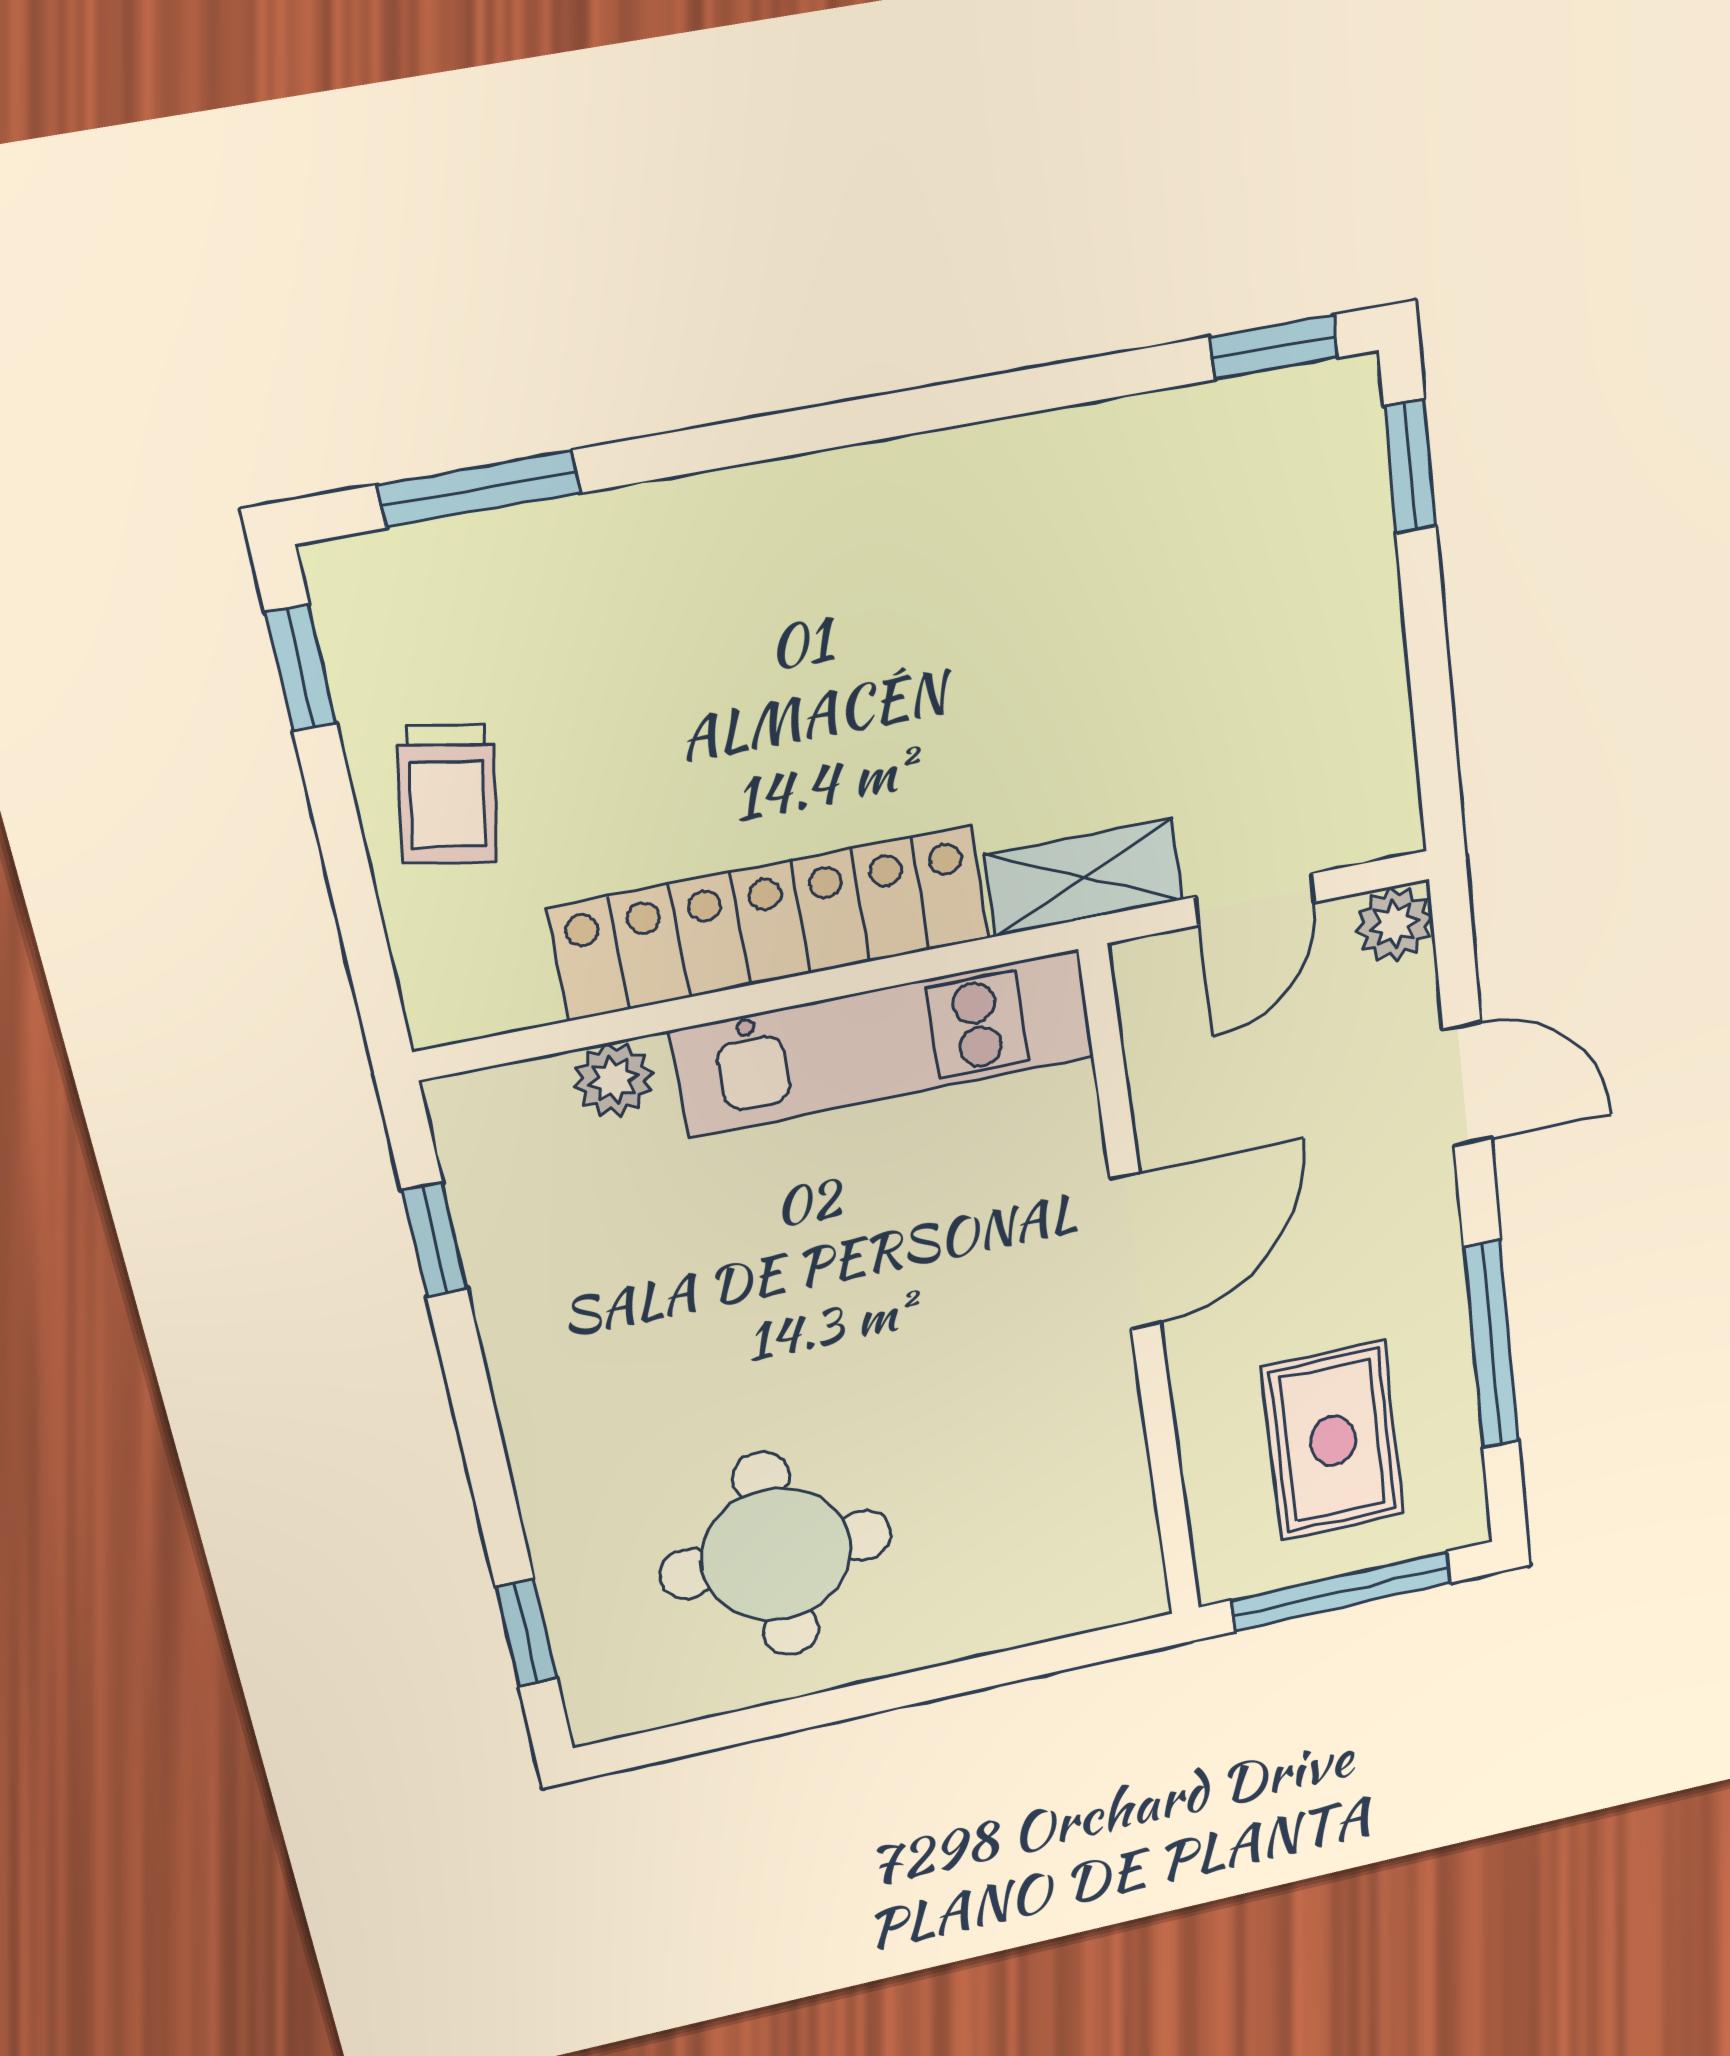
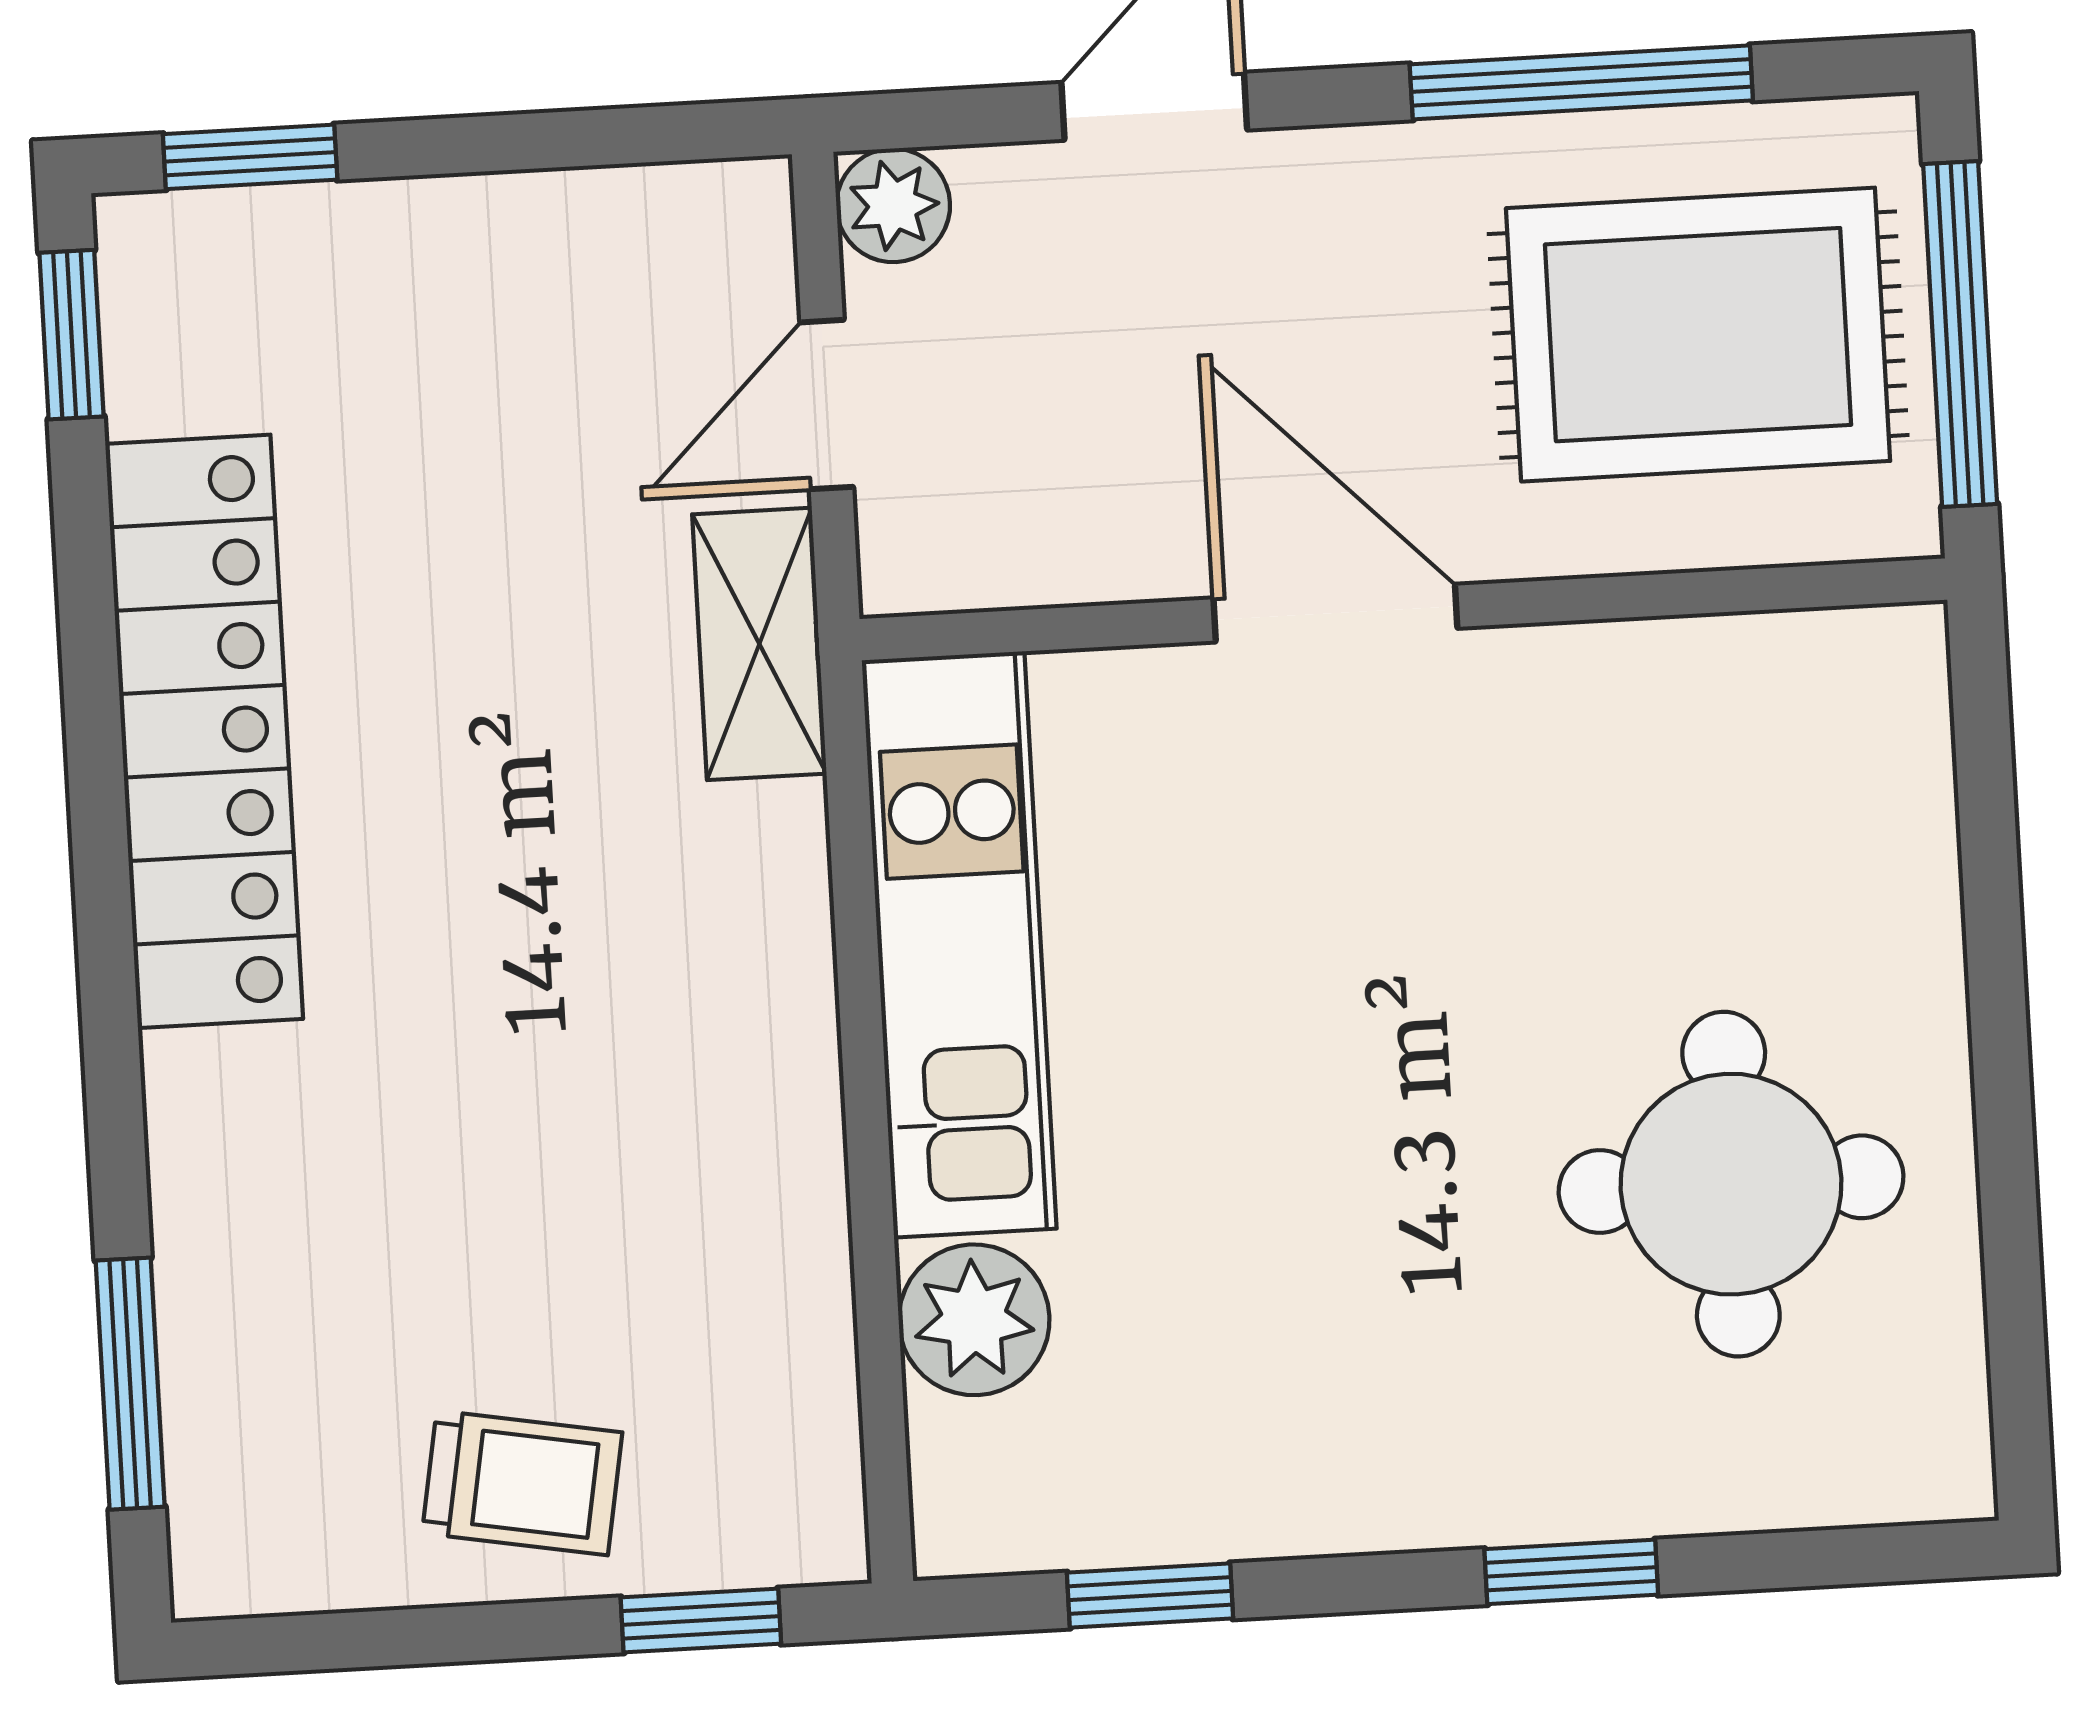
window: (301, 668) -> (701, 1621), moved
door: (1255, 899) -> (827, 405), swing flipped
locker: (770, 923) -> (204, 731), moved, turned 180
plant: (613, 1080) -> (974, 1320), width x1.38, depth x1.38
rug: (1333, 1441) -> (1698, 335), width x1.36, depth x1.43
window: (526, 1633) -> (1571, 1572), moved

